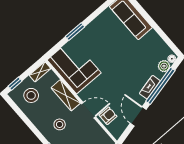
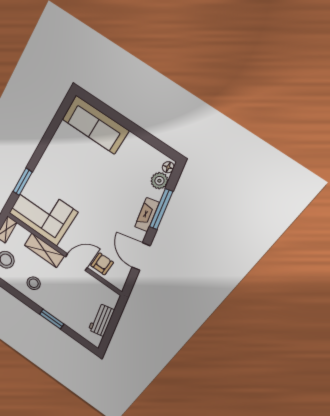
window: (75, 32) -> (23, 182), moved
window: (160, 86) -> (161, 209), width x0.68
stool: (60, 124) -> (34, 283), moved

